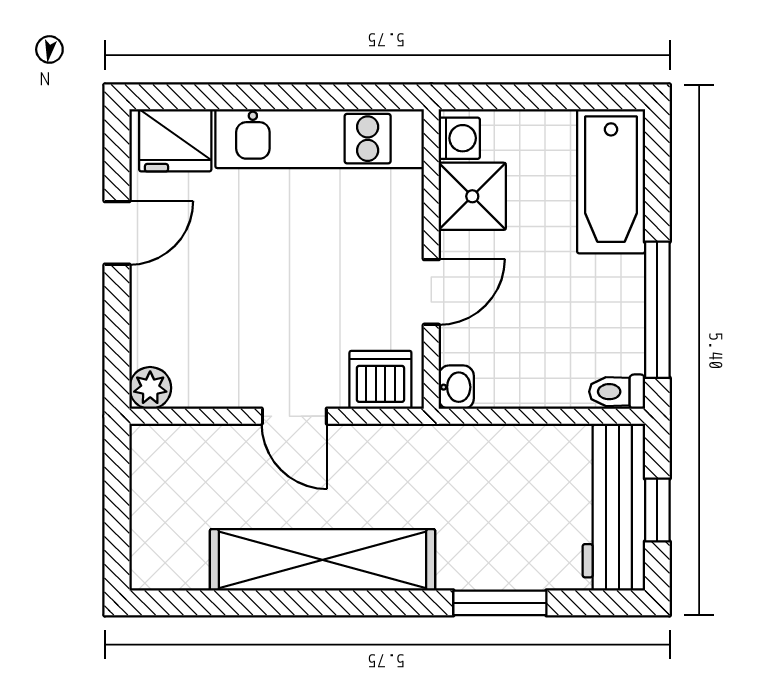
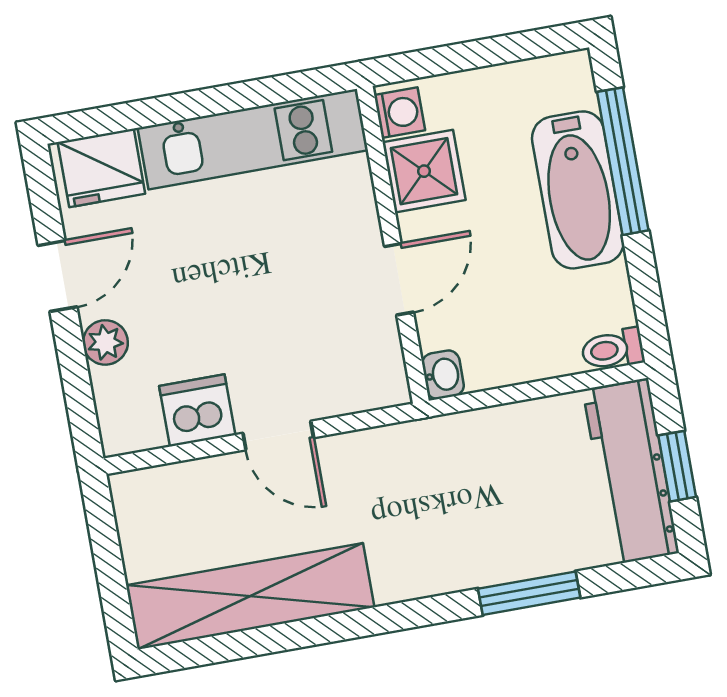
bathtub: (611, 181) -> (578, 190), moved
window: (657, 310) -> (623, 161), moved
dishwasher: (380, 380) -> (197, 410), moved
plant: (150, 388) -> (105, 342), moved
shelving: (323, 560) -> (250, 596), moved

